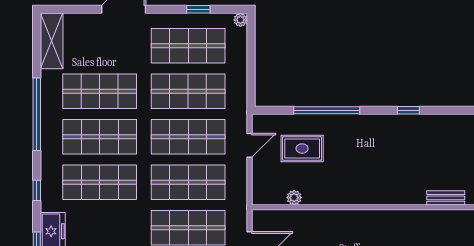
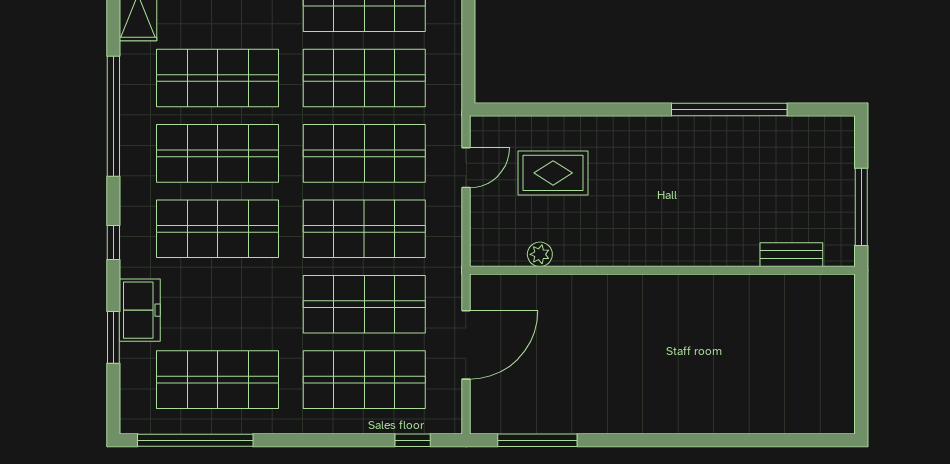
window: (327, 110) -> (594, 110), removed
window: (408, 110) -> (729, 110), width x3.17

